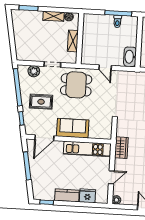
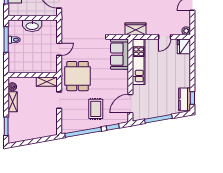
shelving: (73, 41) -> (47, 82), moved
washbasin: (130, 57) -> (32, 26), moved
plant: (34, 71) -> (67, 118), removed
sofa: (73, 128) -> (119, 54), moved
door: (44, 138) -> (130, 104), swing flipped
door: (111, 177) -> (165, 37), swing flipped
kitchen counter: (67, 195) -> (185, 99), moved
fridge: (87, 196) -> (184, 46), moved

